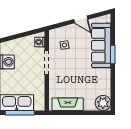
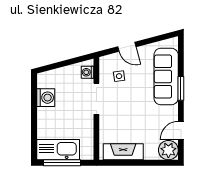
door: (81, 19) -> (127, 47), moved
door: (113, 88) -> (181, 131), added

